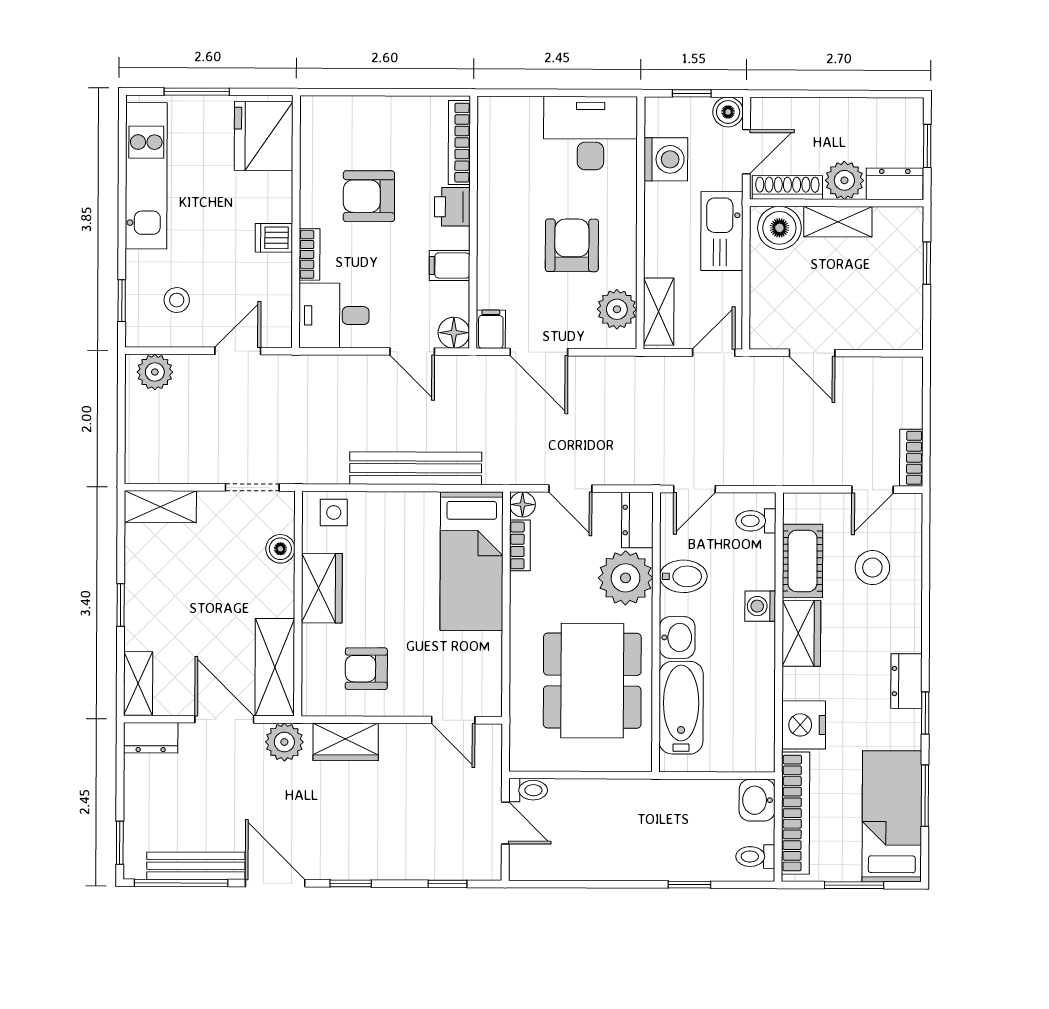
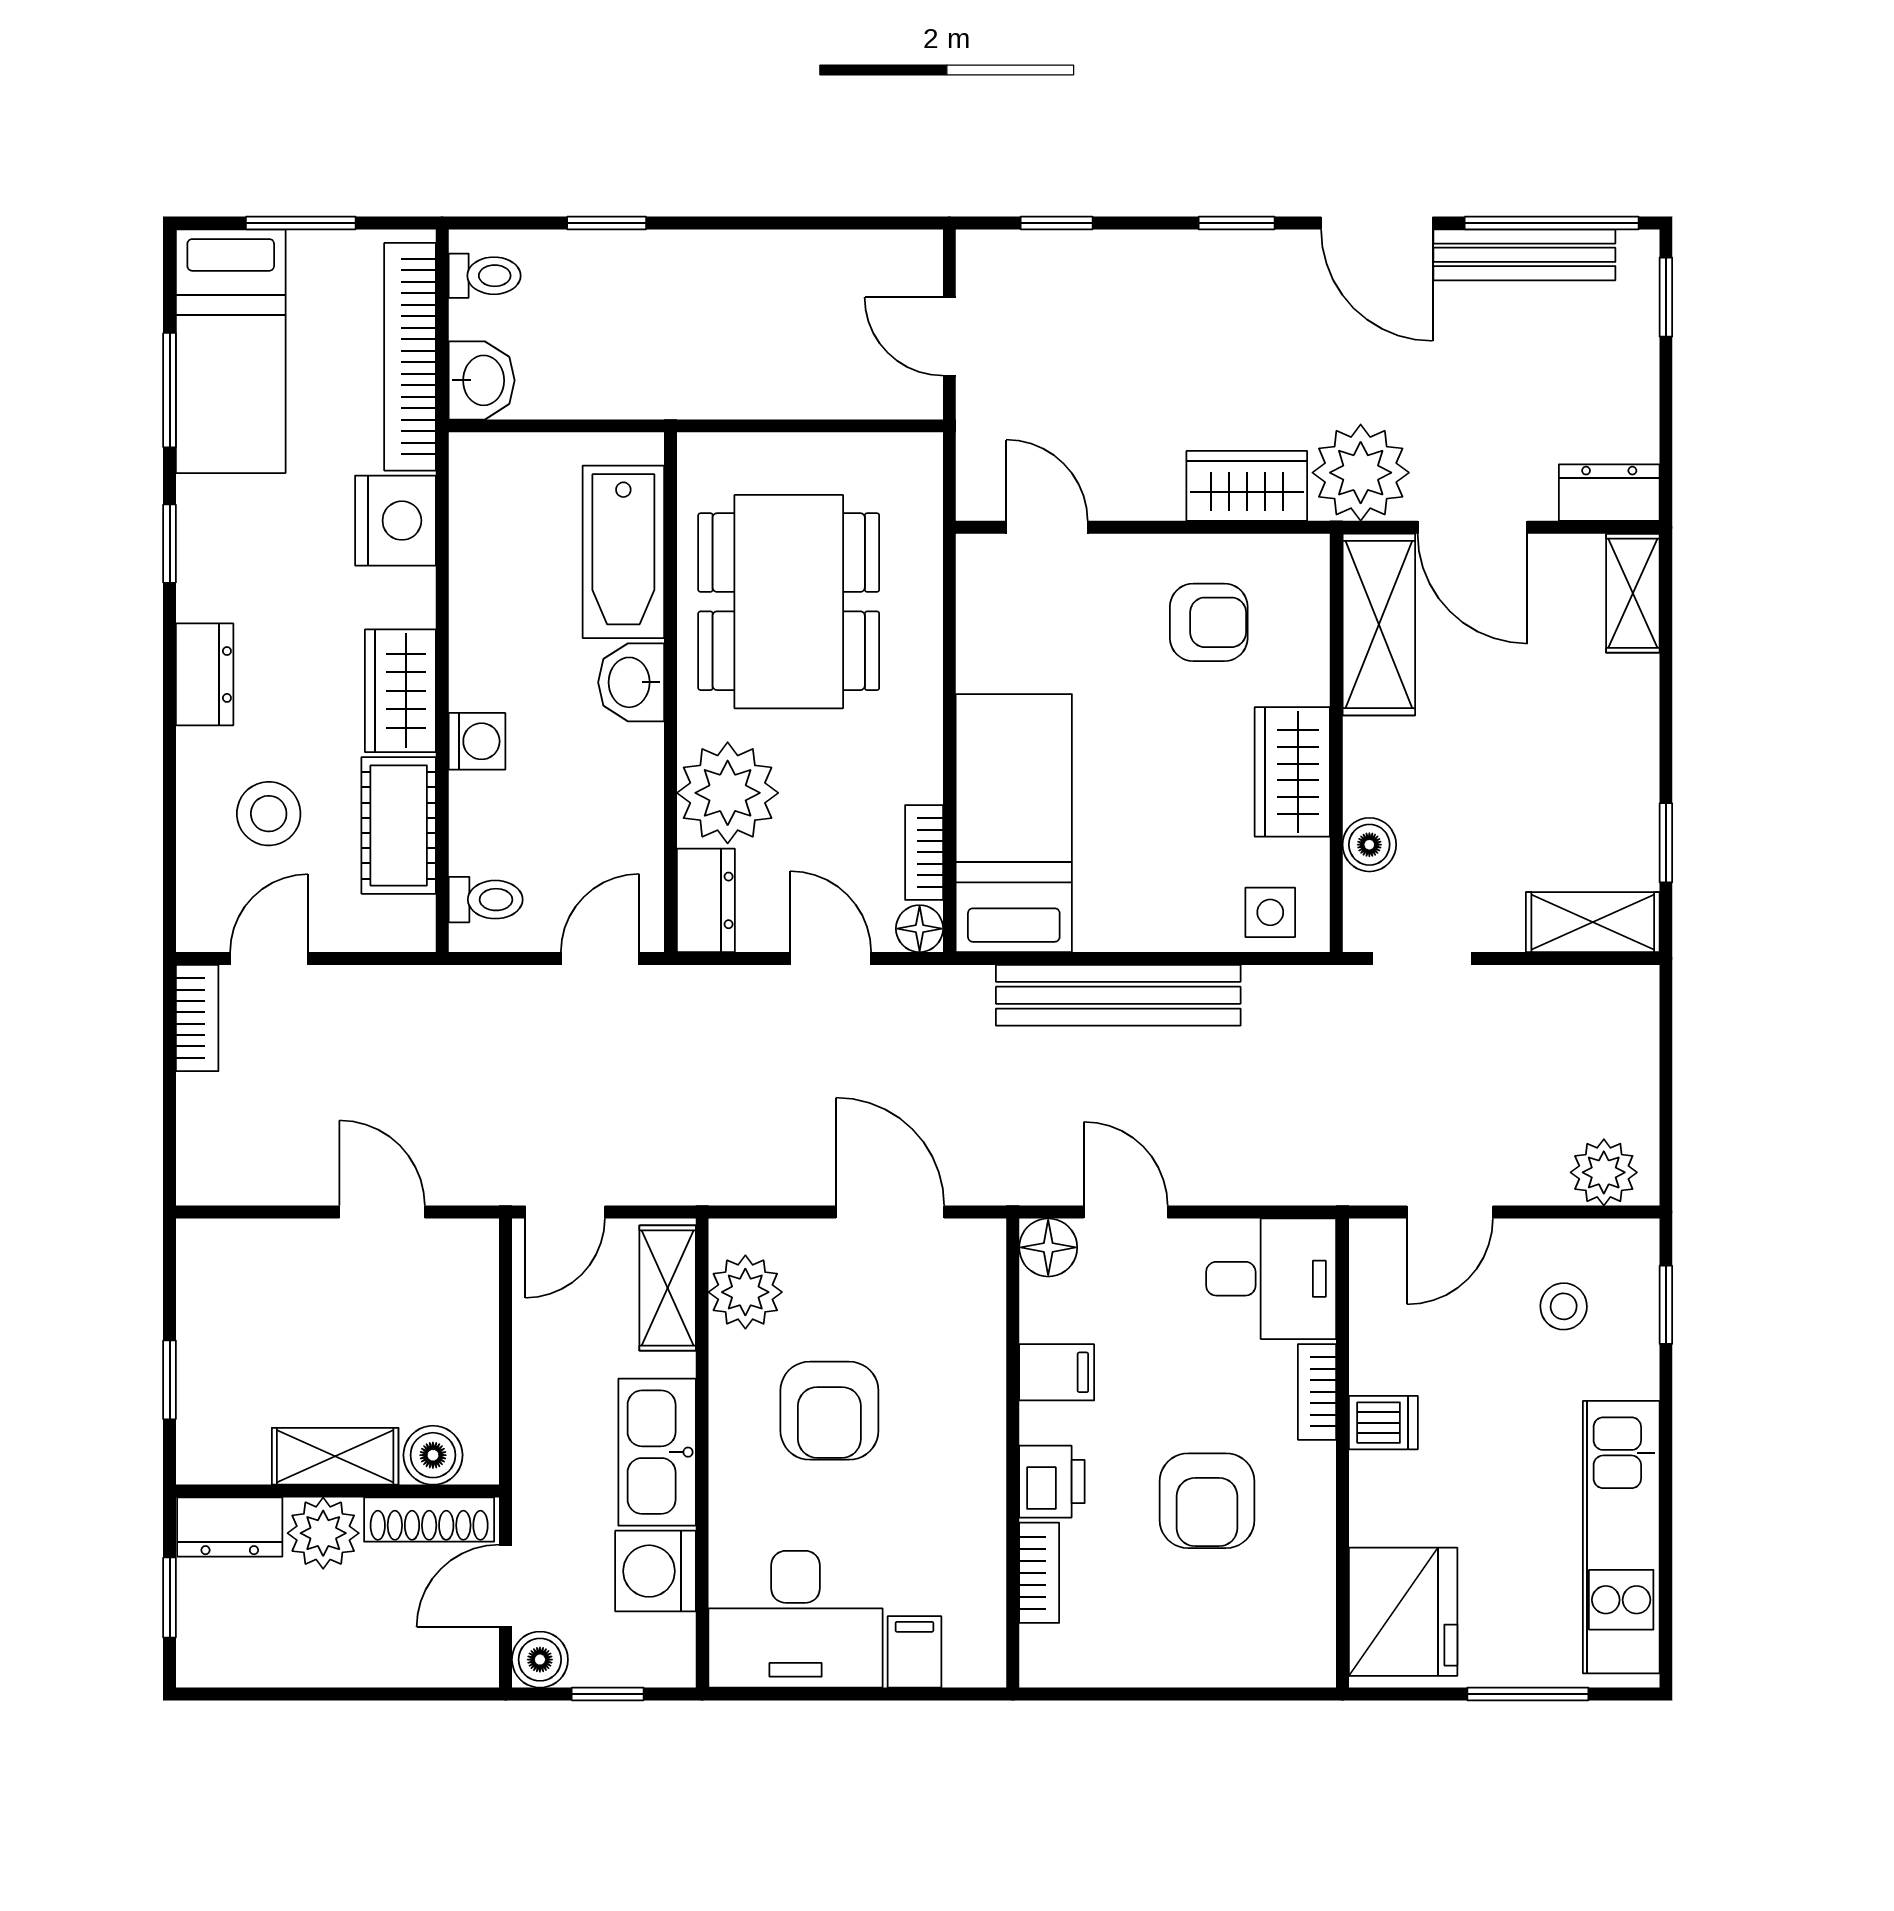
bookcase: (459, 143) -> (1039, 1573), width x0.64
armchair: (369, 196) -> (1207, 1501), turned 90
boiler: (779, 228) -> (433, 1455), width x0.73, depth x0.73
kitchen sink: (722, 231) -> (657, 1452), moved, turned 180
filing cabinet: (491, 329) -> (914, 1652), moved, turned 180
bidet: (683, 576) -> (620, 796), removed
window: (121, 605) -> (1666, 843), moved
dresser: (906, 681) -> (205, 674), moved
plant: (284, 742) -> (1361, 473), width x1.36, depth x1.36
toilet: (528, 790) -> (907, 398), removed

